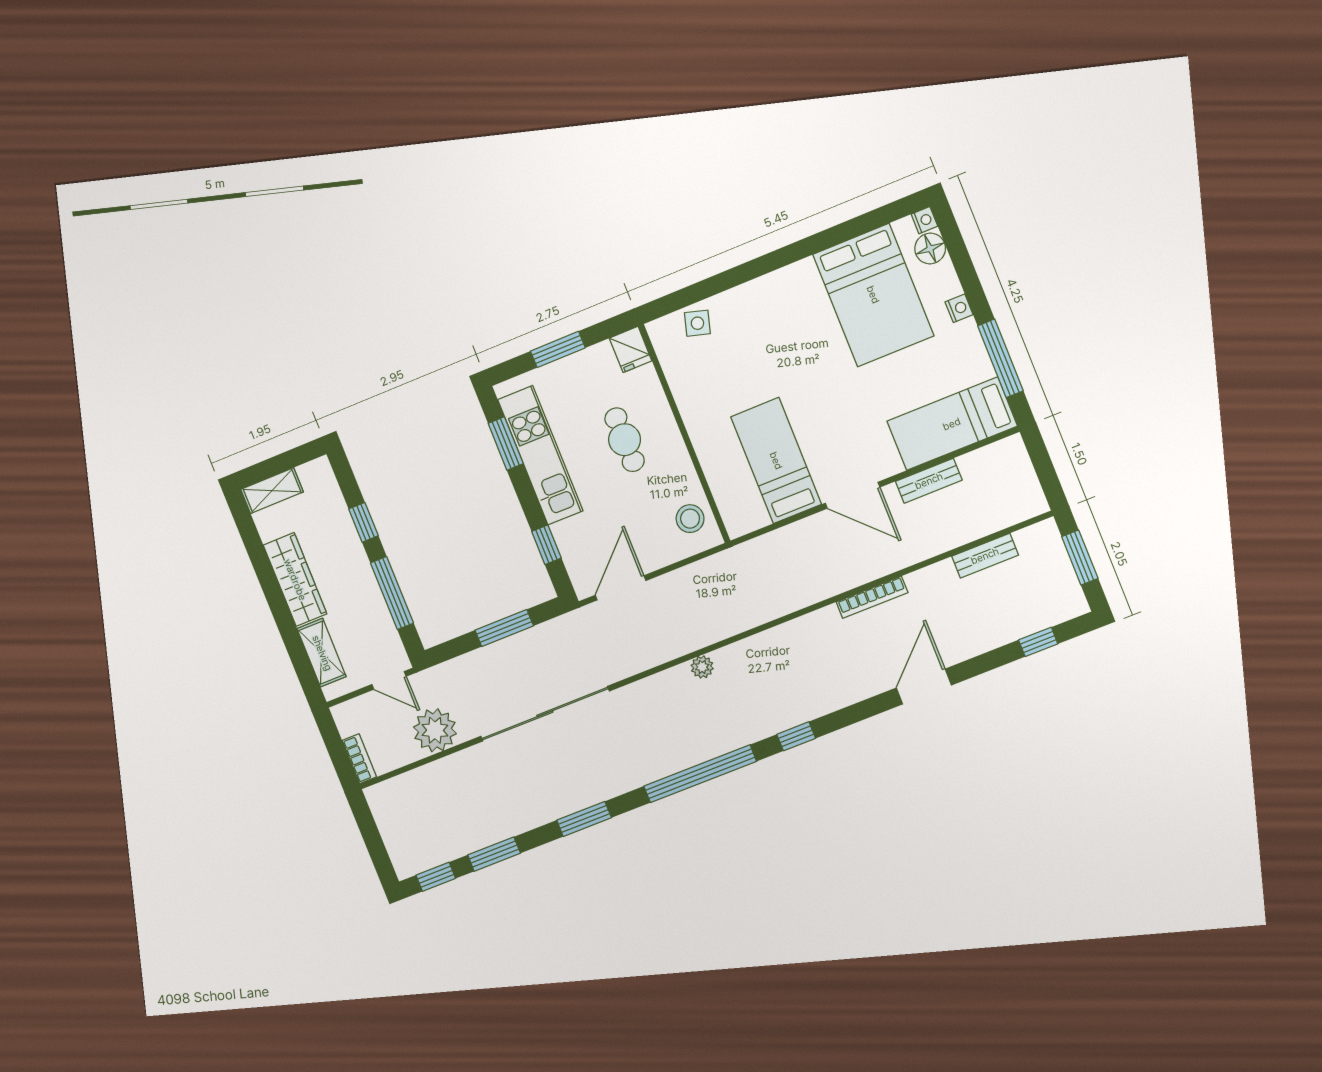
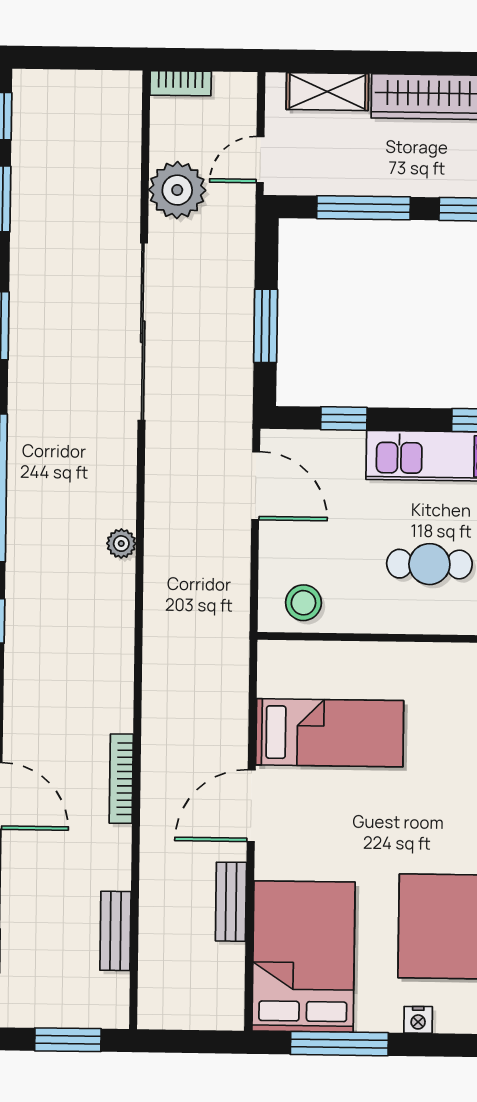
bed: (952, 424) -> (304, 957), width x1.50

